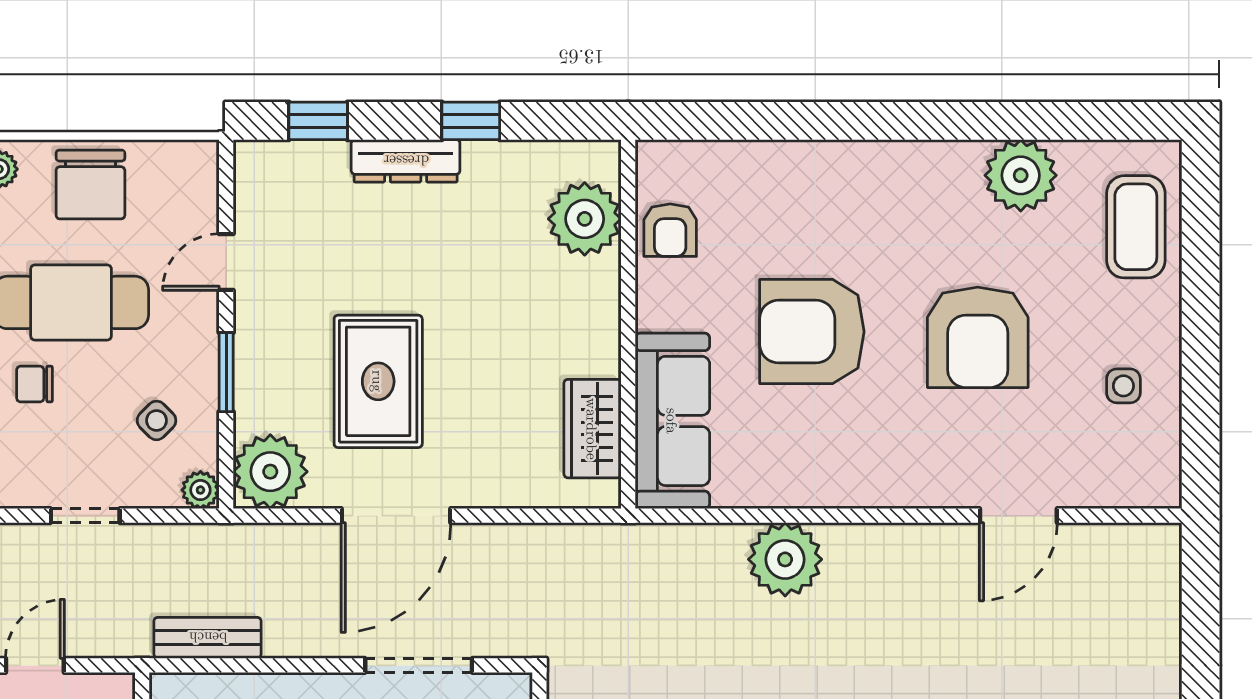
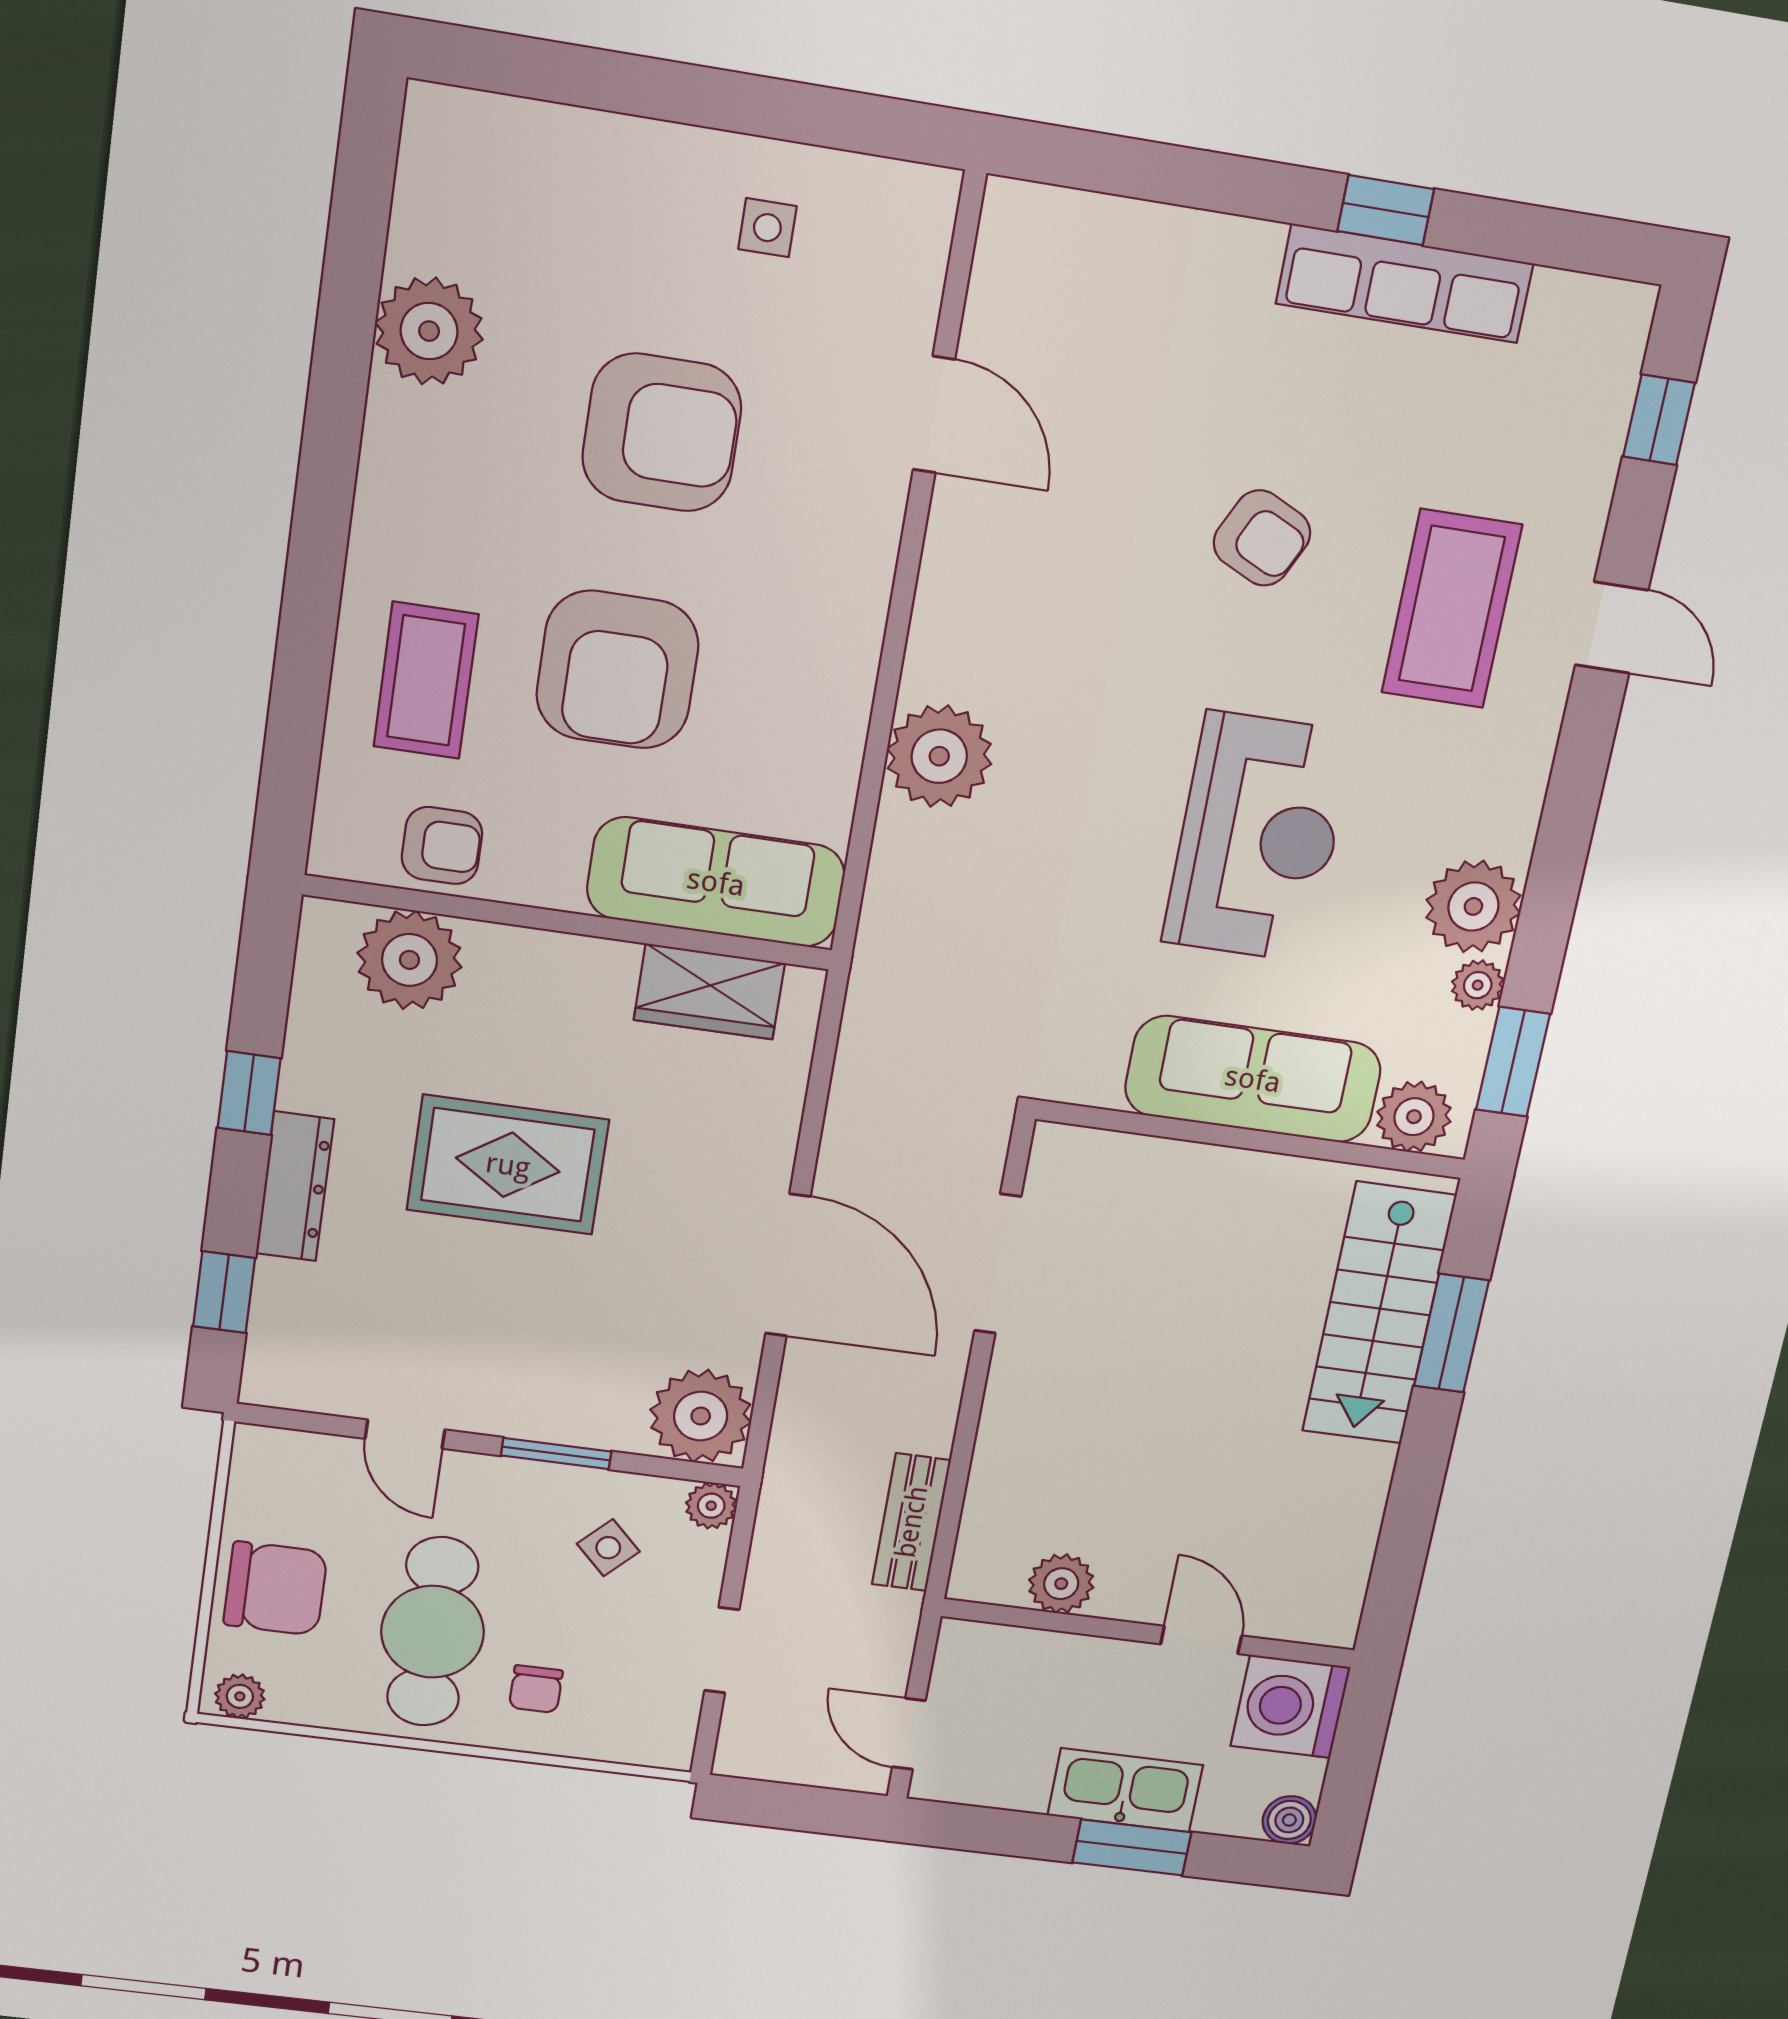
coffee table: (1136, 227) -> (426, 680), moved, turned 90
rug: (378, 381) -> (508, 1165), moved

